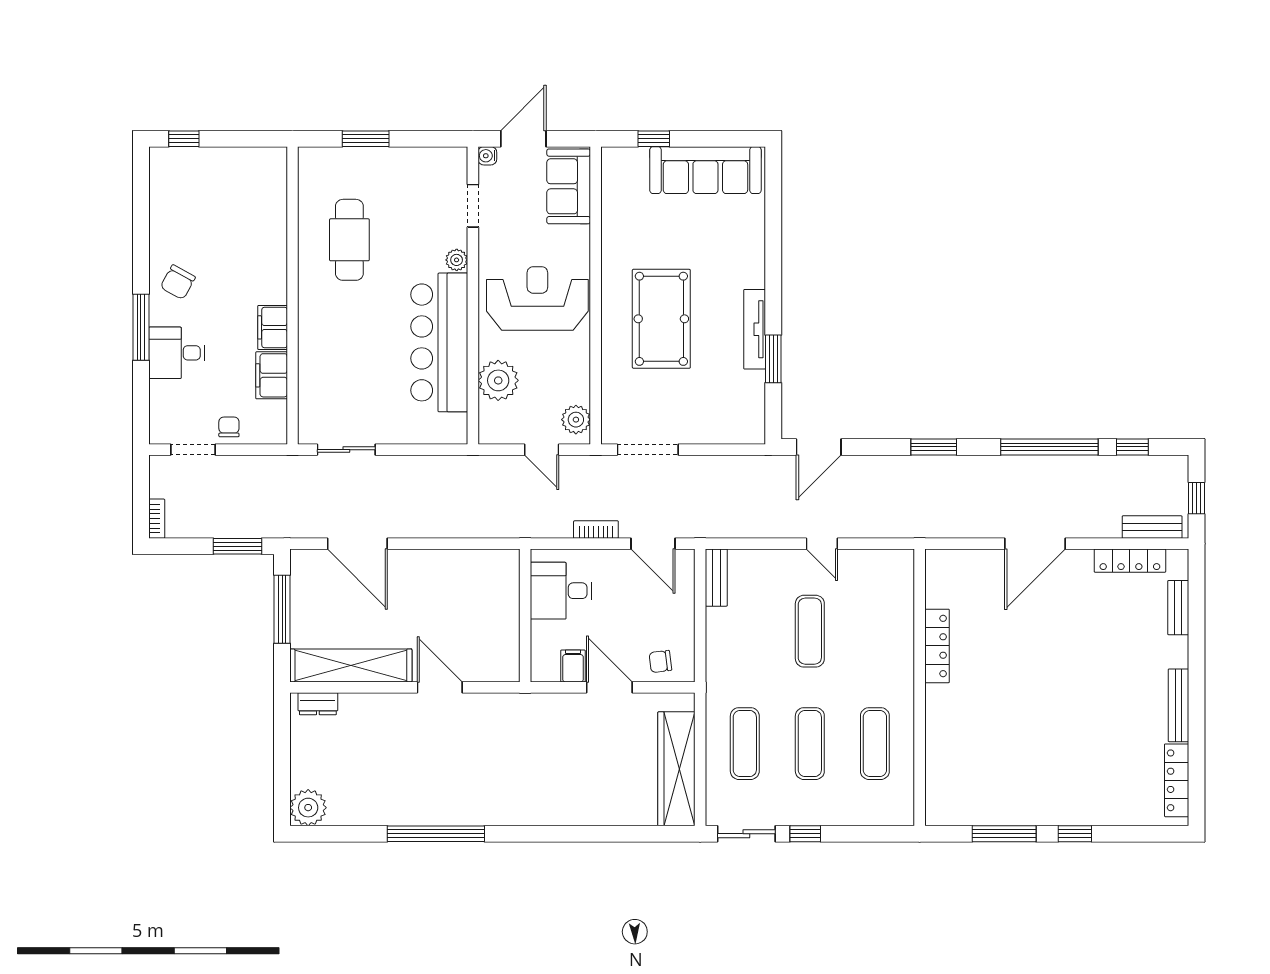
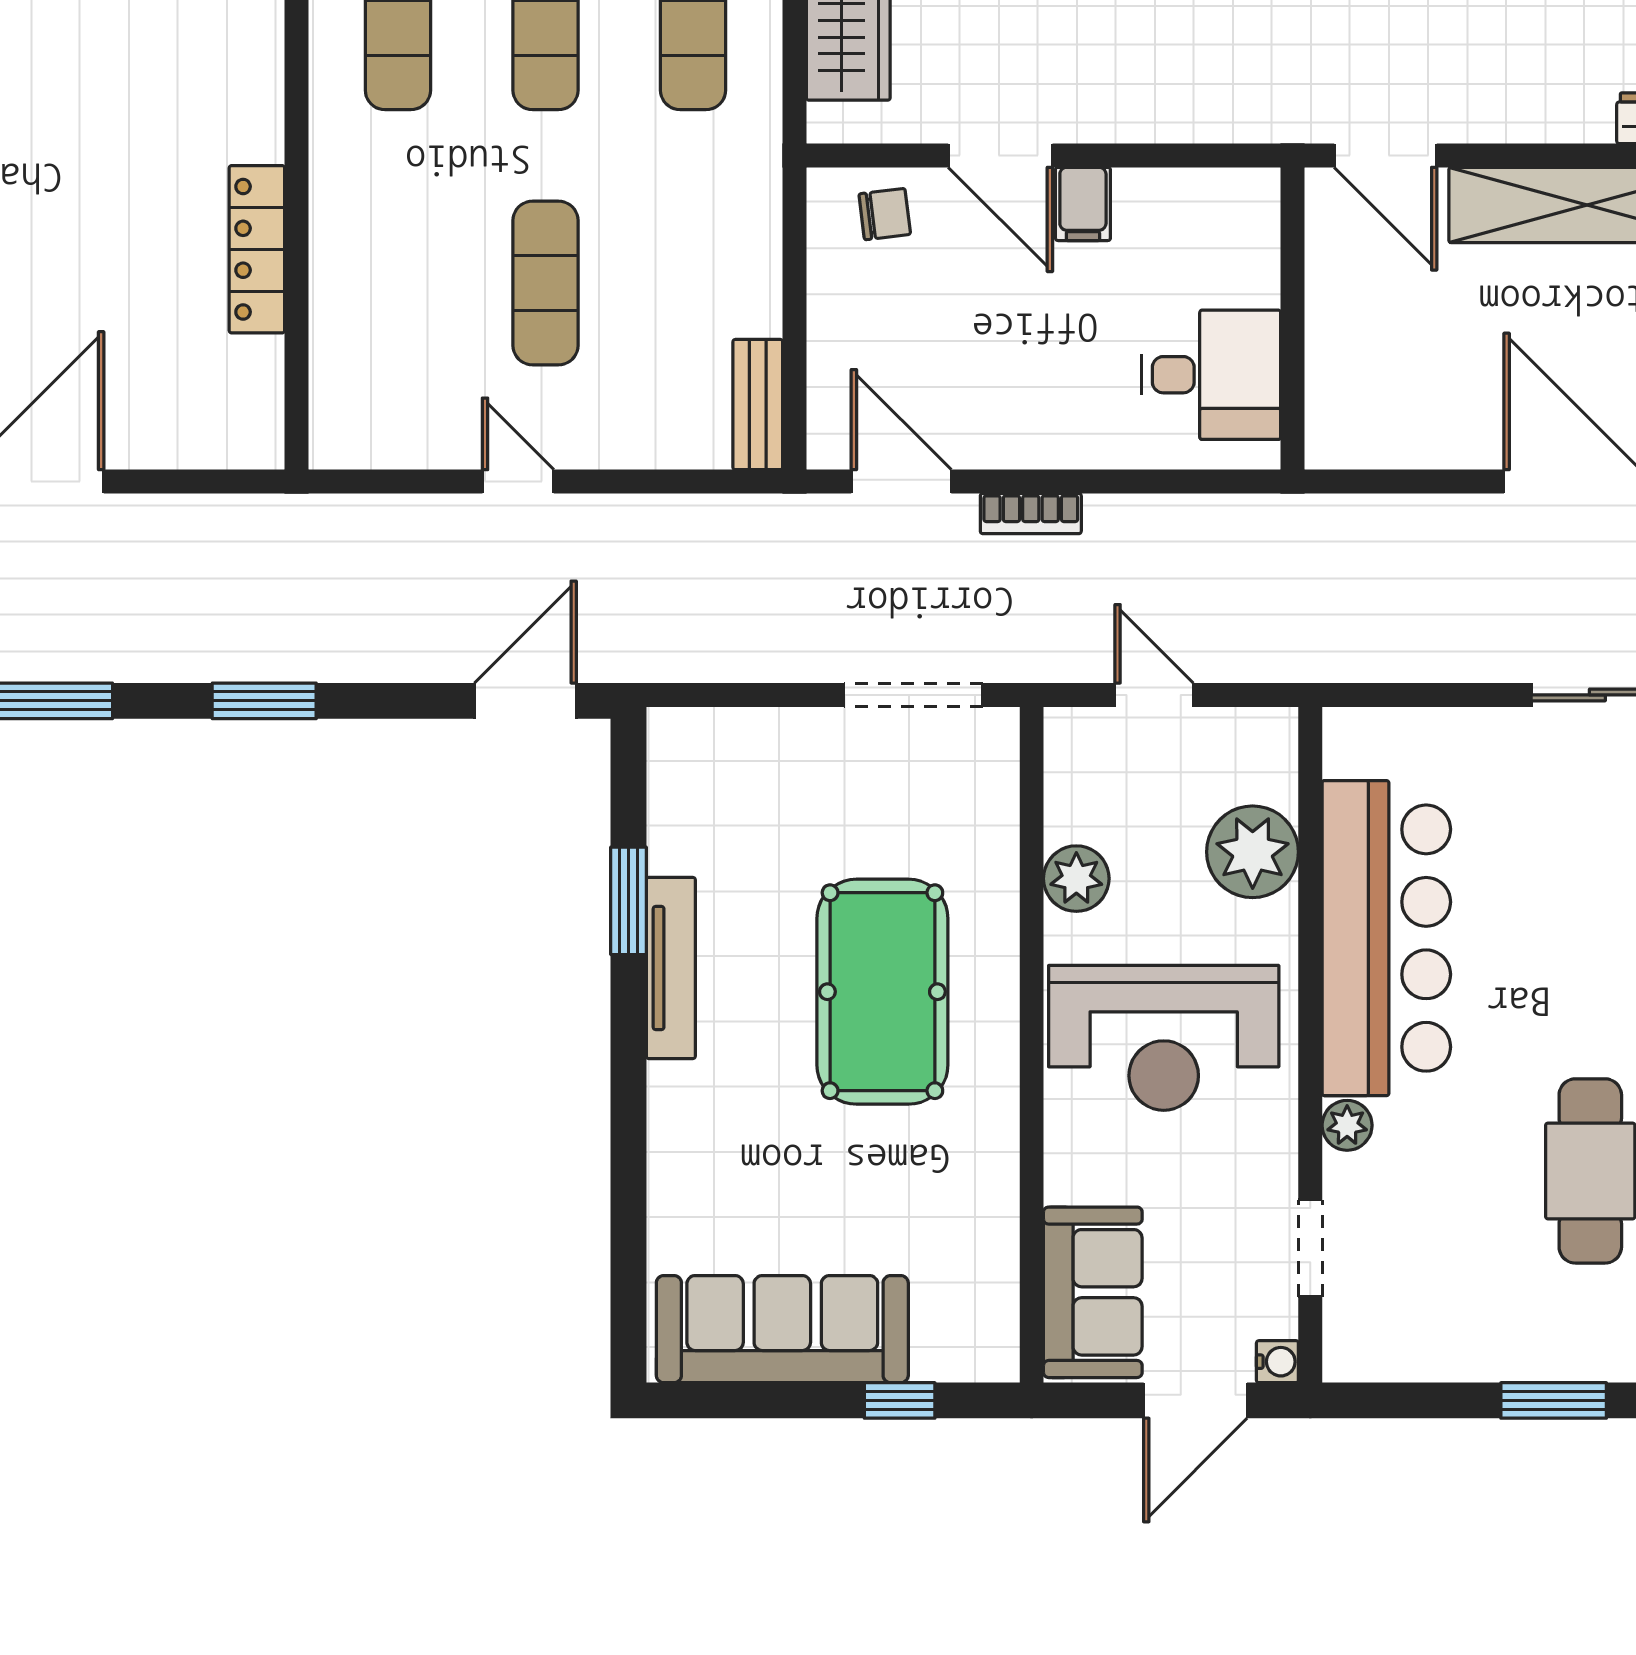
plant: (576, 420) -> (1076, 879), moved
desk: (561, 591) -> (1211, 375), moved
wall: (525, 616) -> (1293, 318), moved

